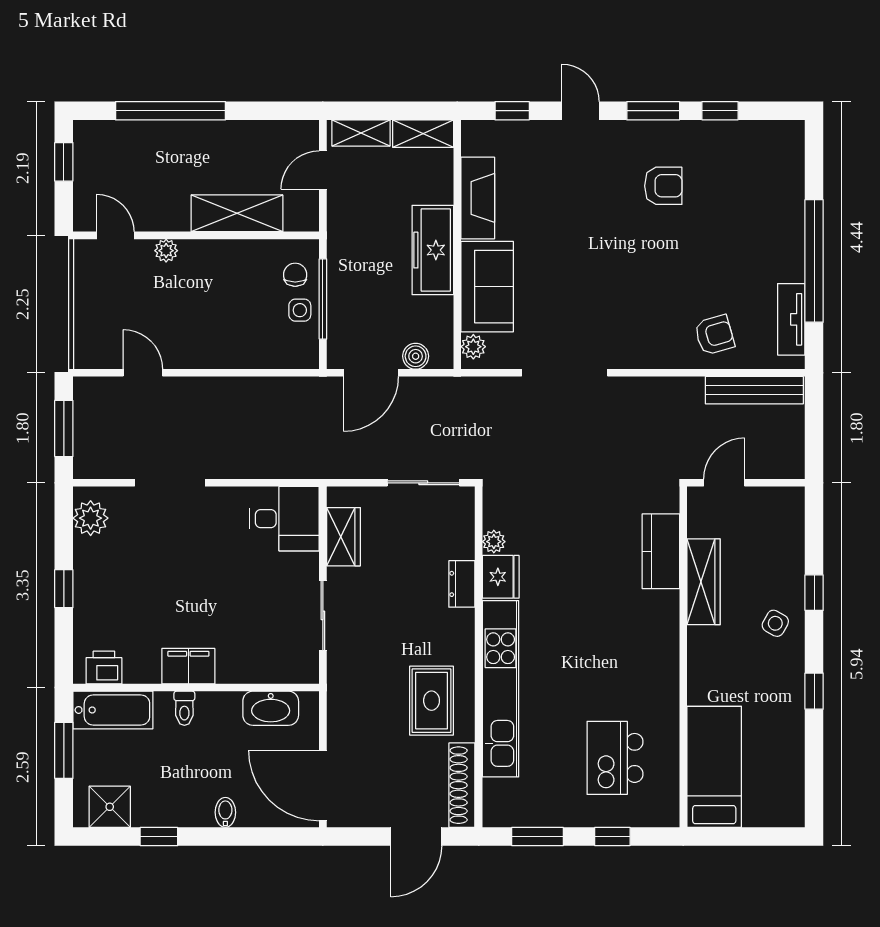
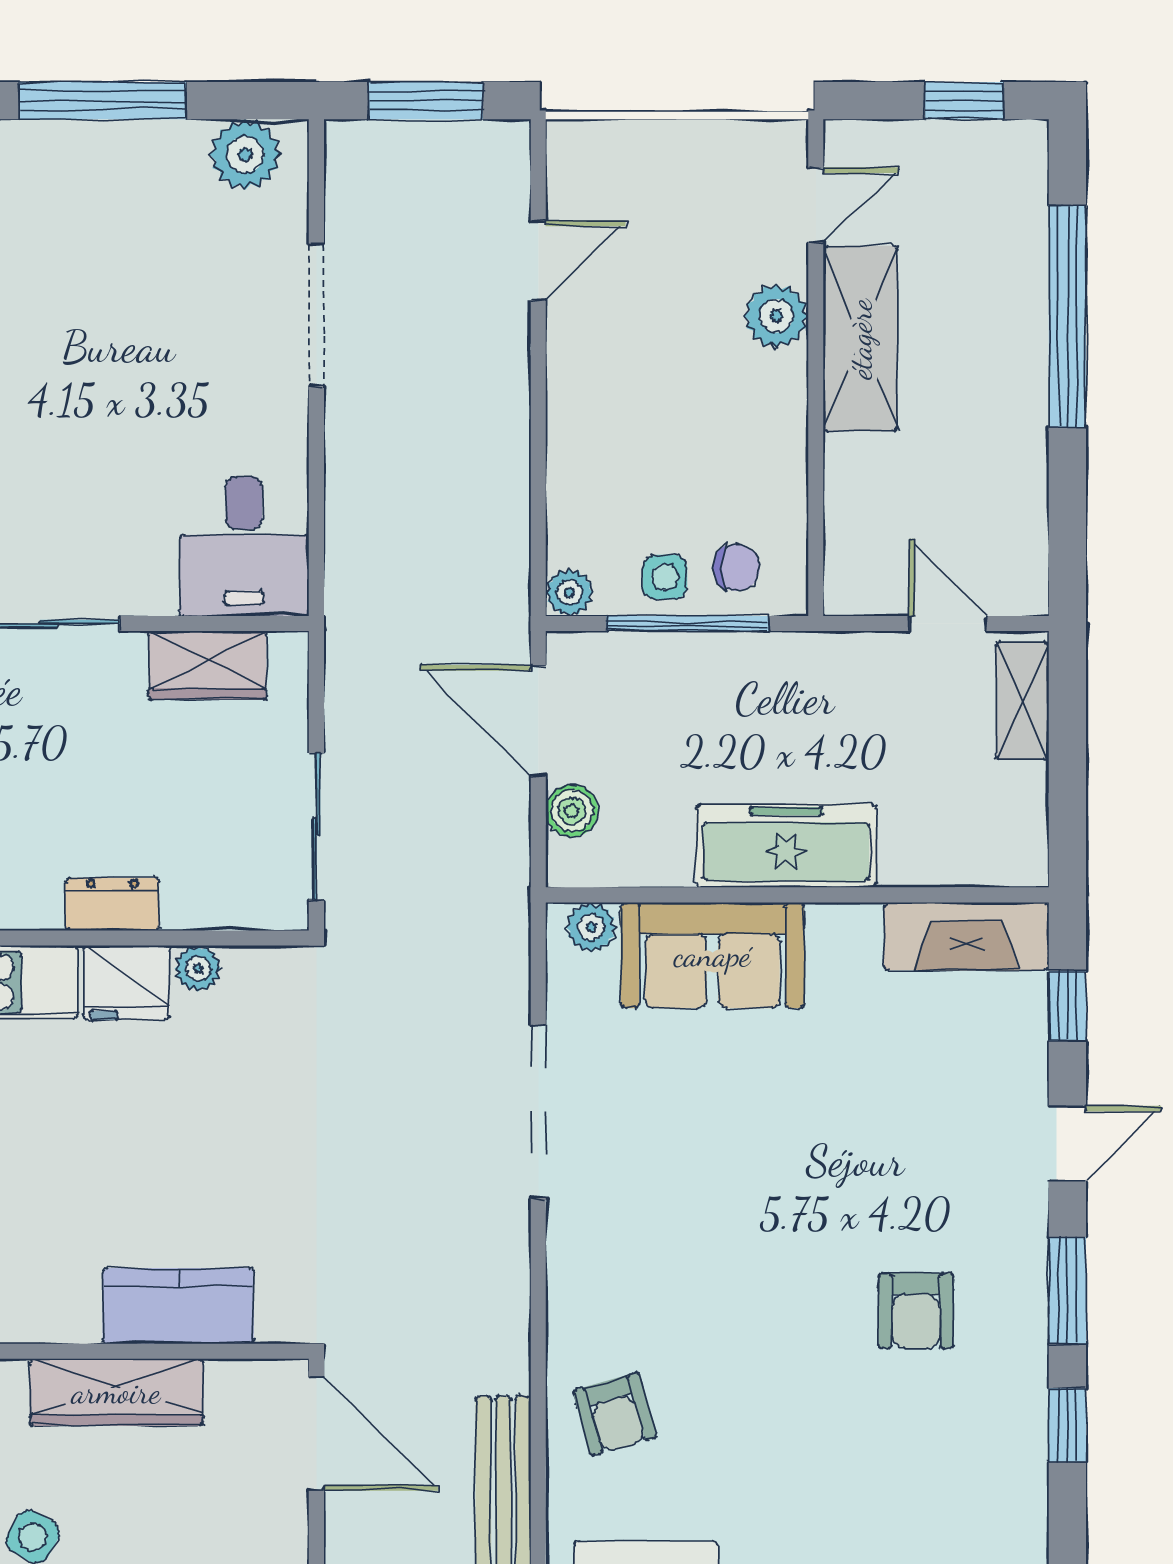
shelving: (423, 134) -> (1021, 826), removed
fireplace: (478, 198) -> (966, 936), moved
shelving: (237, 213) -> (860, 339), moved
plant: (166, 251) -> (776, 316), width x1.38, depth x1.38
plant: (307, 357) -> (569, 592), added
door: (724, 483) -> (316, 1433), width x1.38
window: (64, 589) -> (103, 101), width x2.17

